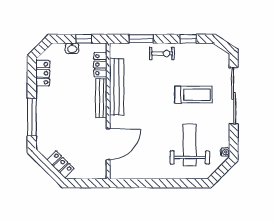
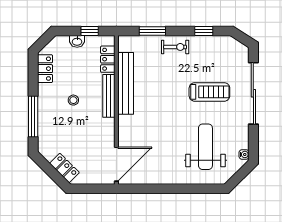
stool: (69, 102) -> (73, 100), added
door: (108, 144) -> (116, 164), moved

